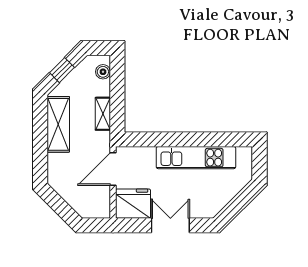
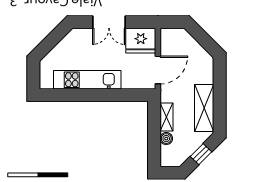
boiler: (103, 72) -> (166, 139), moved

